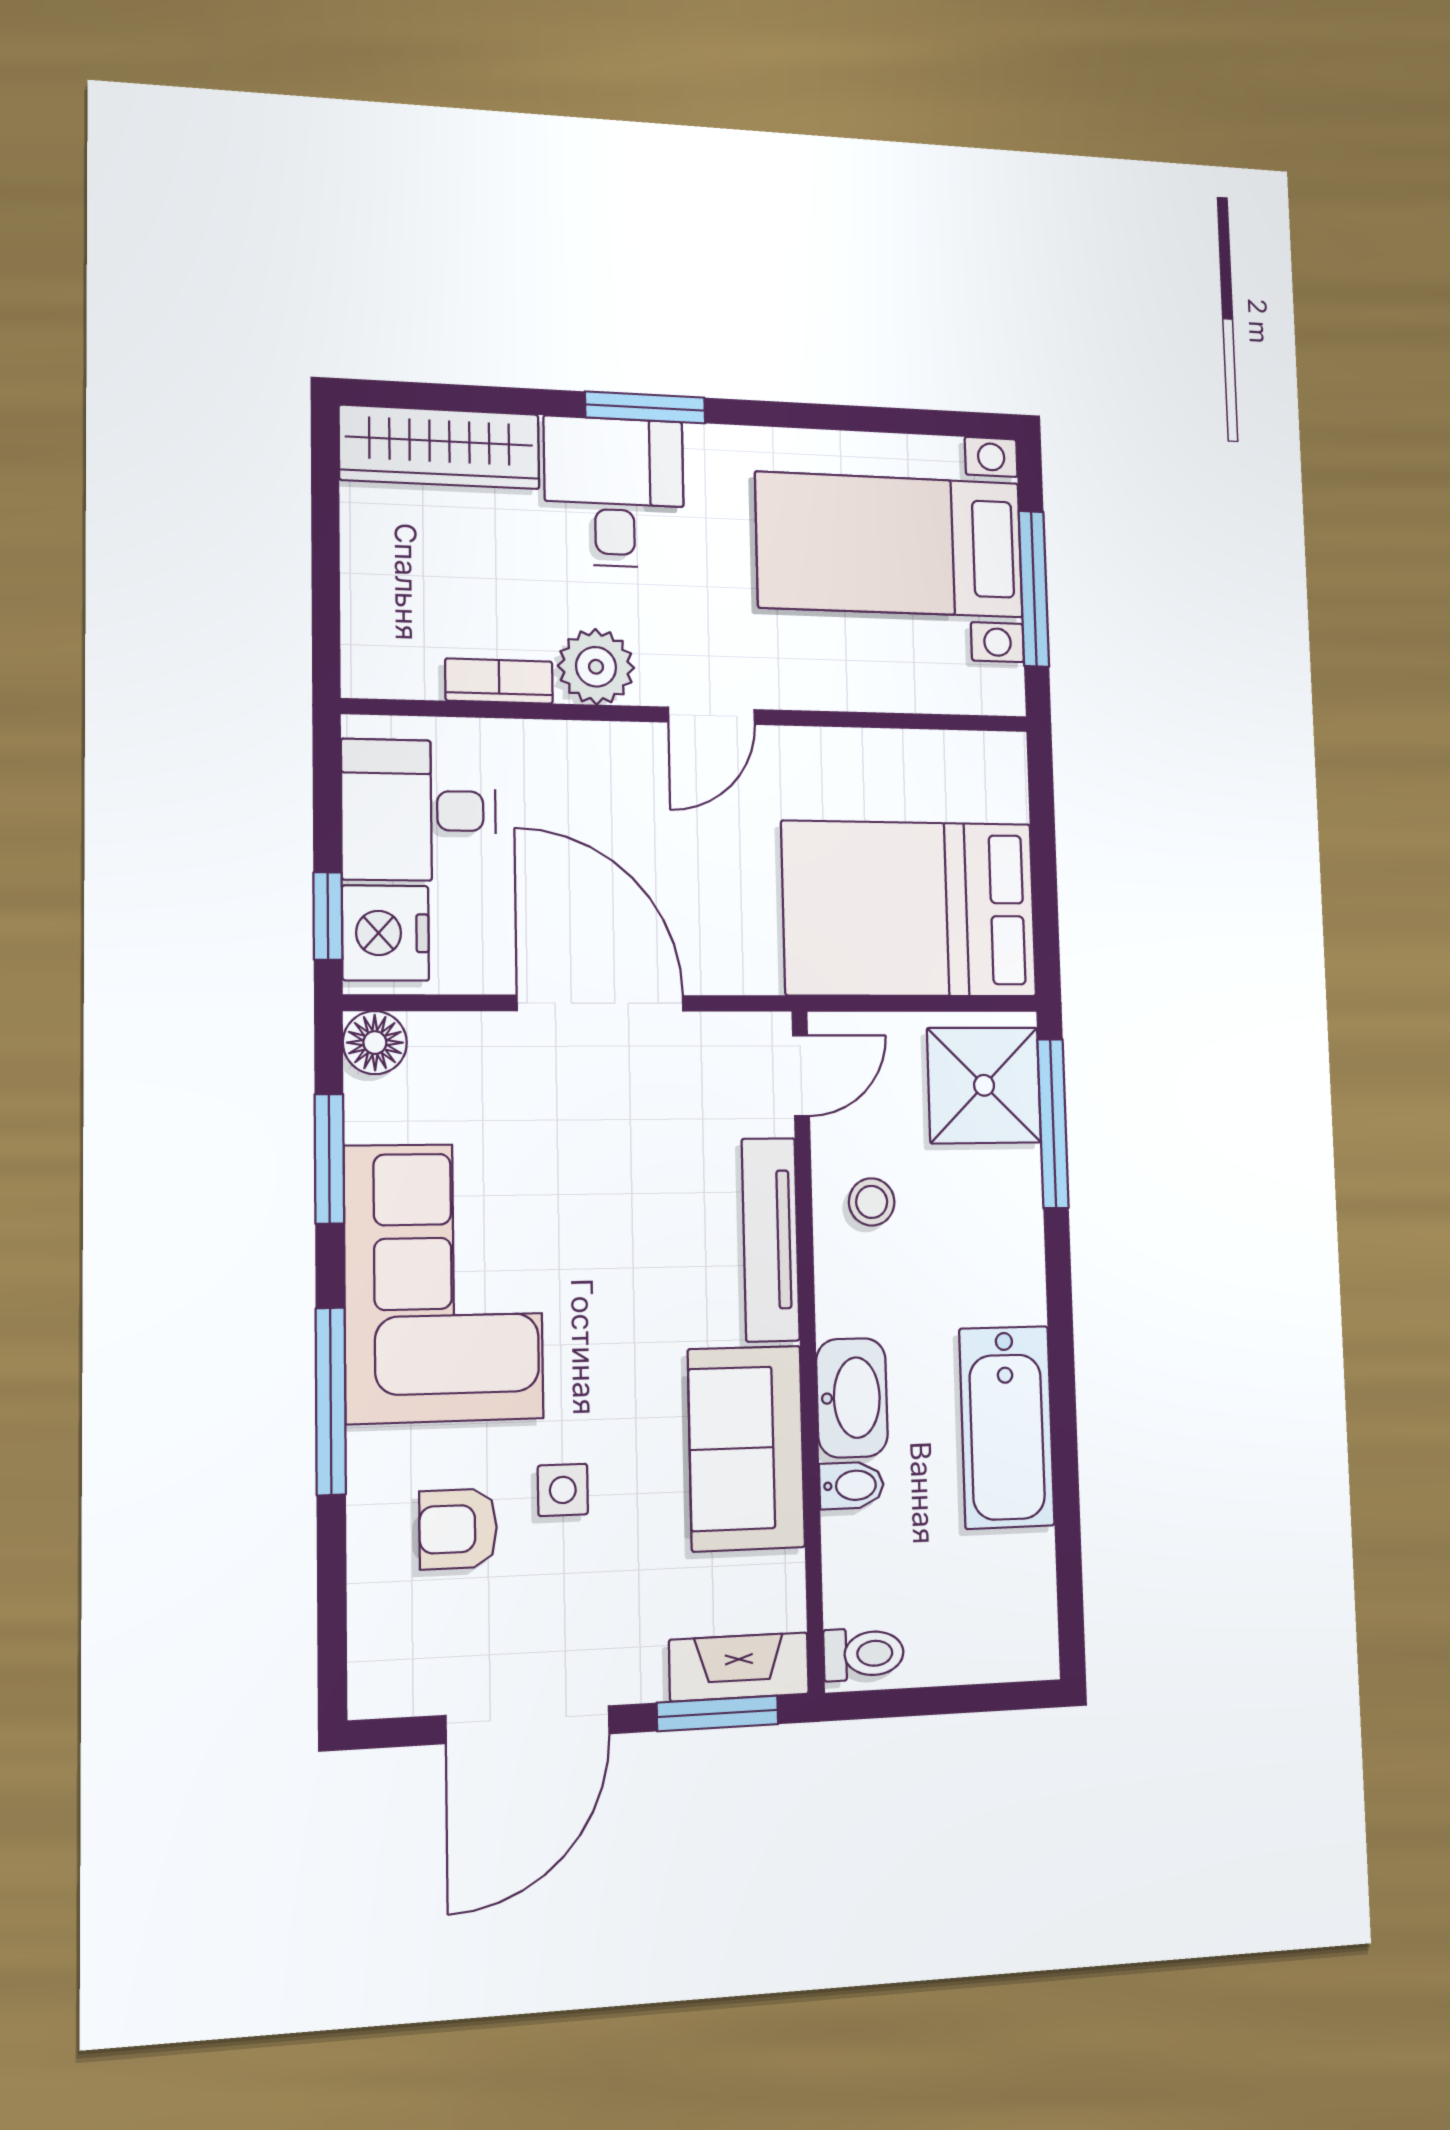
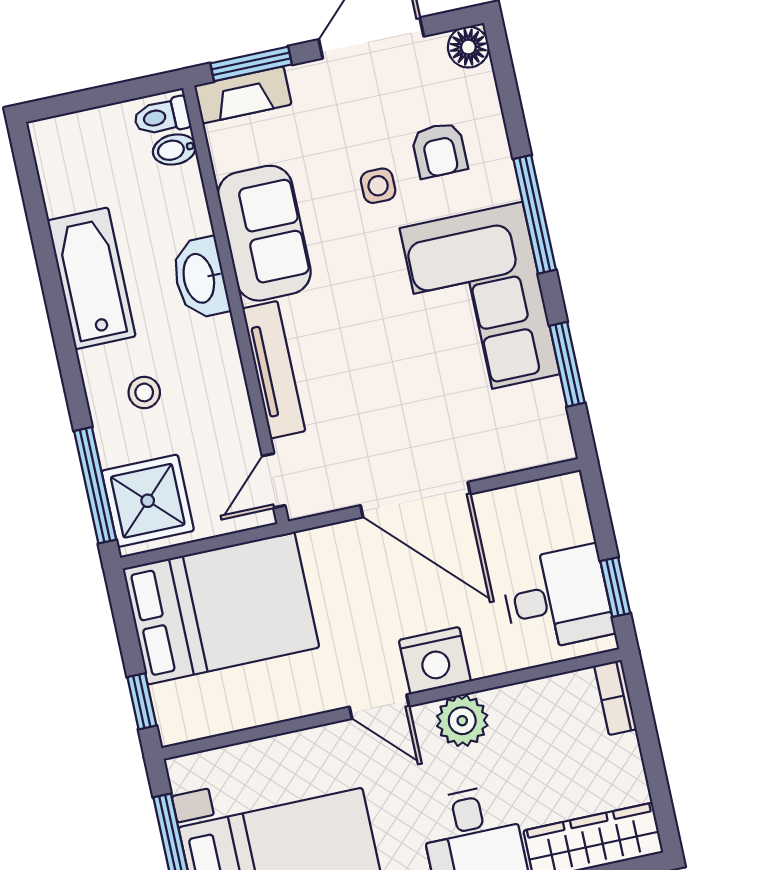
bookcase: (499, 681) -> (615, 697), moved, turned 90
door: (712, 716) -> (379, 707), swing flipped
window: (1042, 803) -> (142, 701), added
window: (328, 916) -> (615, 587), moved
nightstand: (385, 933) -> (435, 661), moved, turned 90
floor lamp: (375, 1043) -> (468, 47), moved
stool: (872, 1202) -> (144, 392), moved
bidet: (851, 1485) -> (174, 150), moved
armchair: (458, 1529) -> (439, 150), turned 90

